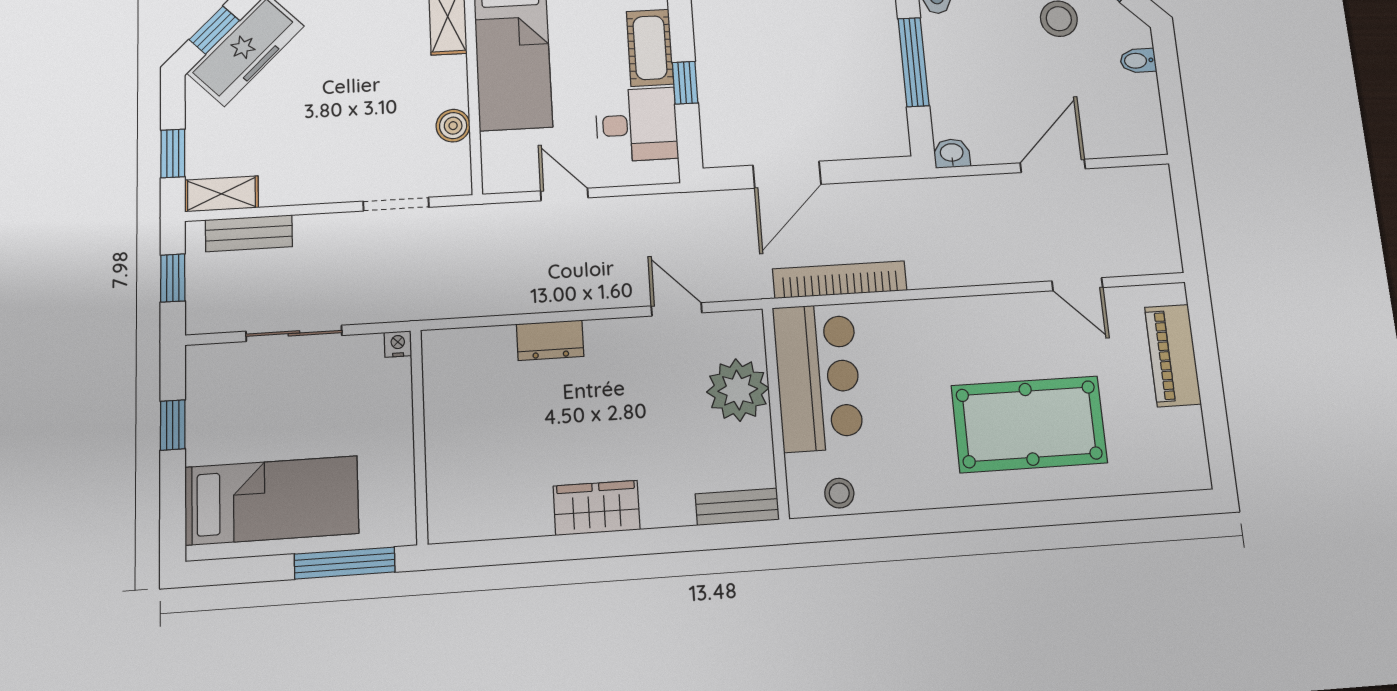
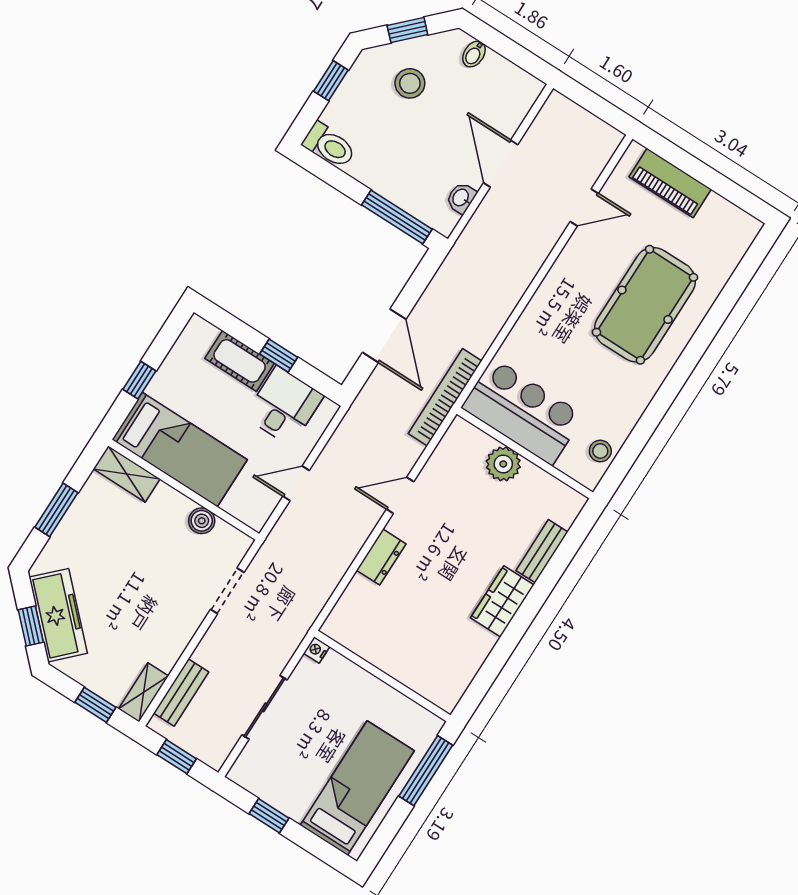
window: (913, 62) -> (397, 217), moved
washbasin: (952, 153) -> (461, 198), moved
bookcase: (840, 280) -> (445, 397), moved
door: (677, 309) -> (400, 495), moved
plant: (738, 390) -> (503, 464), width x0.73, depth x0.73
bench: (737, 507) -> (542, 551), moved

